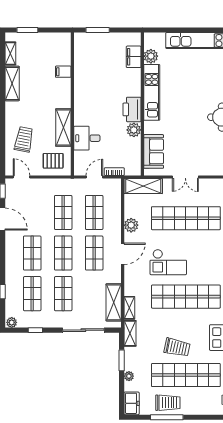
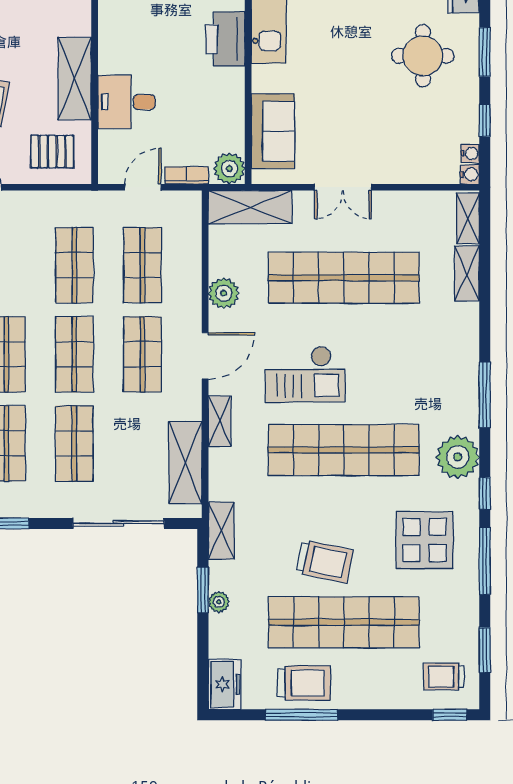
plant: (134, 130) -> (229, 168), moved
shelving: (129, 308) -> (220, 421), moved
plant: (129, 376) -> (219, 602), moved

